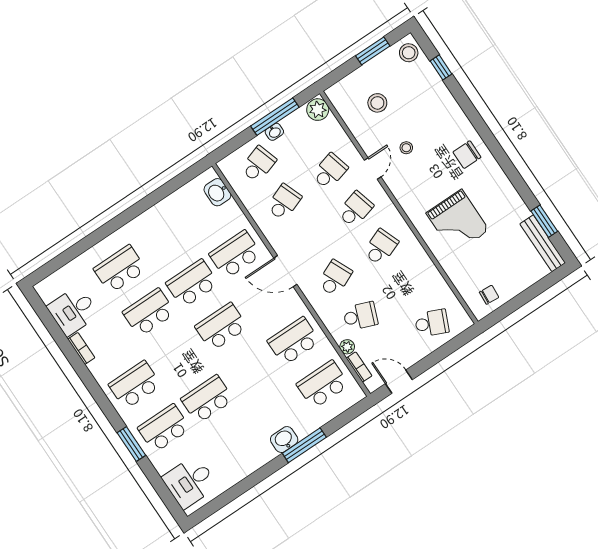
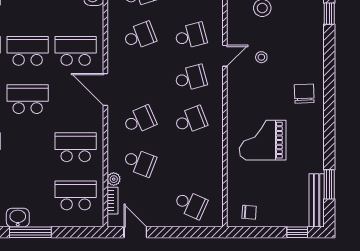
chair: (467, 155) -> (304, 94), turned 88
grand piano: (458, 222) -> (263, 140), turned 90
window: (545, 284) -> (297, 232), added

